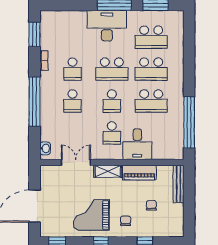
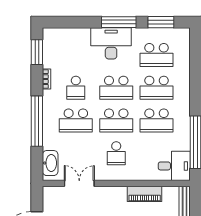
school desk: (72, 101) -> (76, 120), width x1.85
school desk: (112, 101) -> (116, 120), width x1.85
desk: (137, 144) -> (174, 166), moved, turned -90
washbasin: (45, 148) -> (50, 163), width x1.91, depth x1.45
shelving: (108, 171) -> (112, 193), removed

